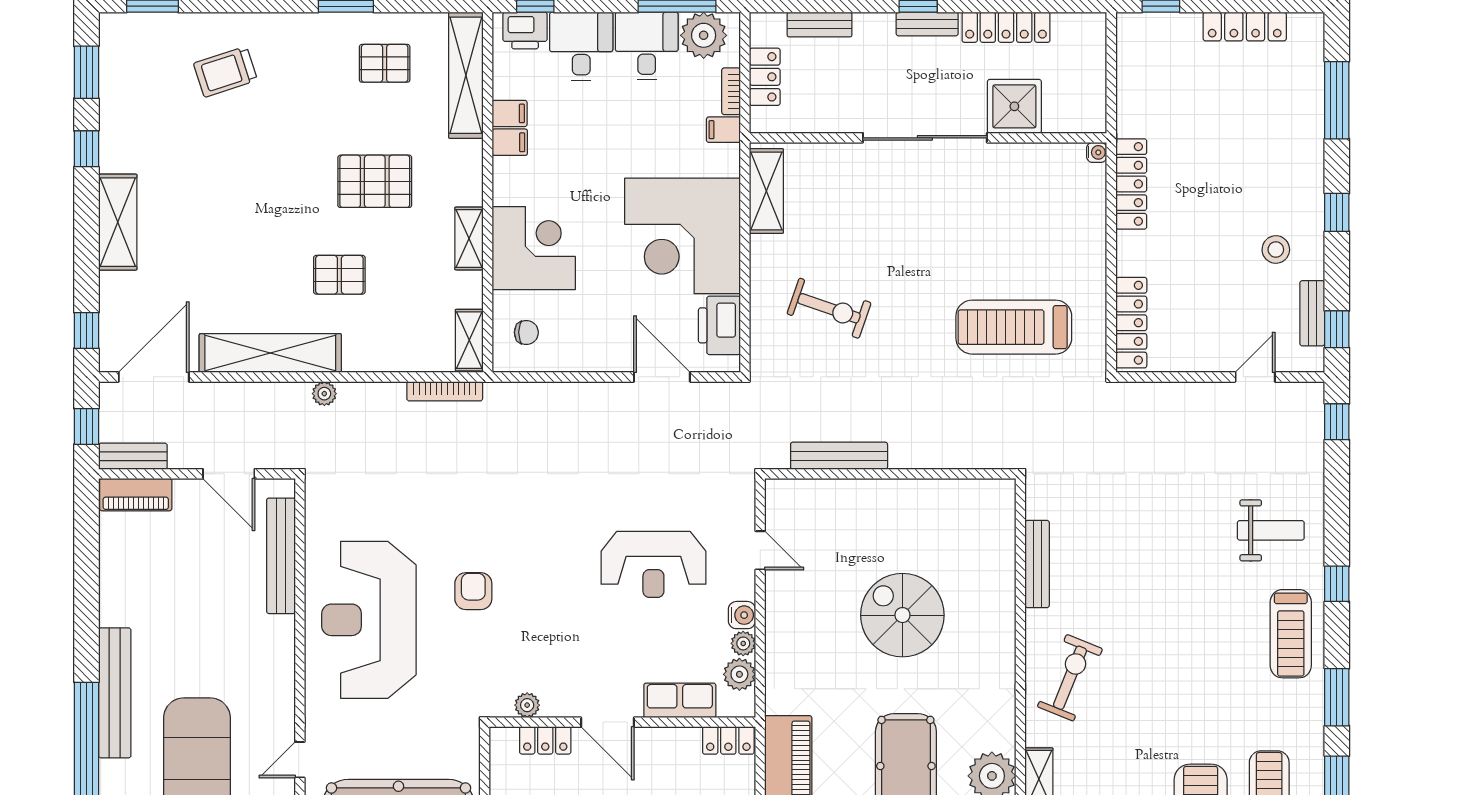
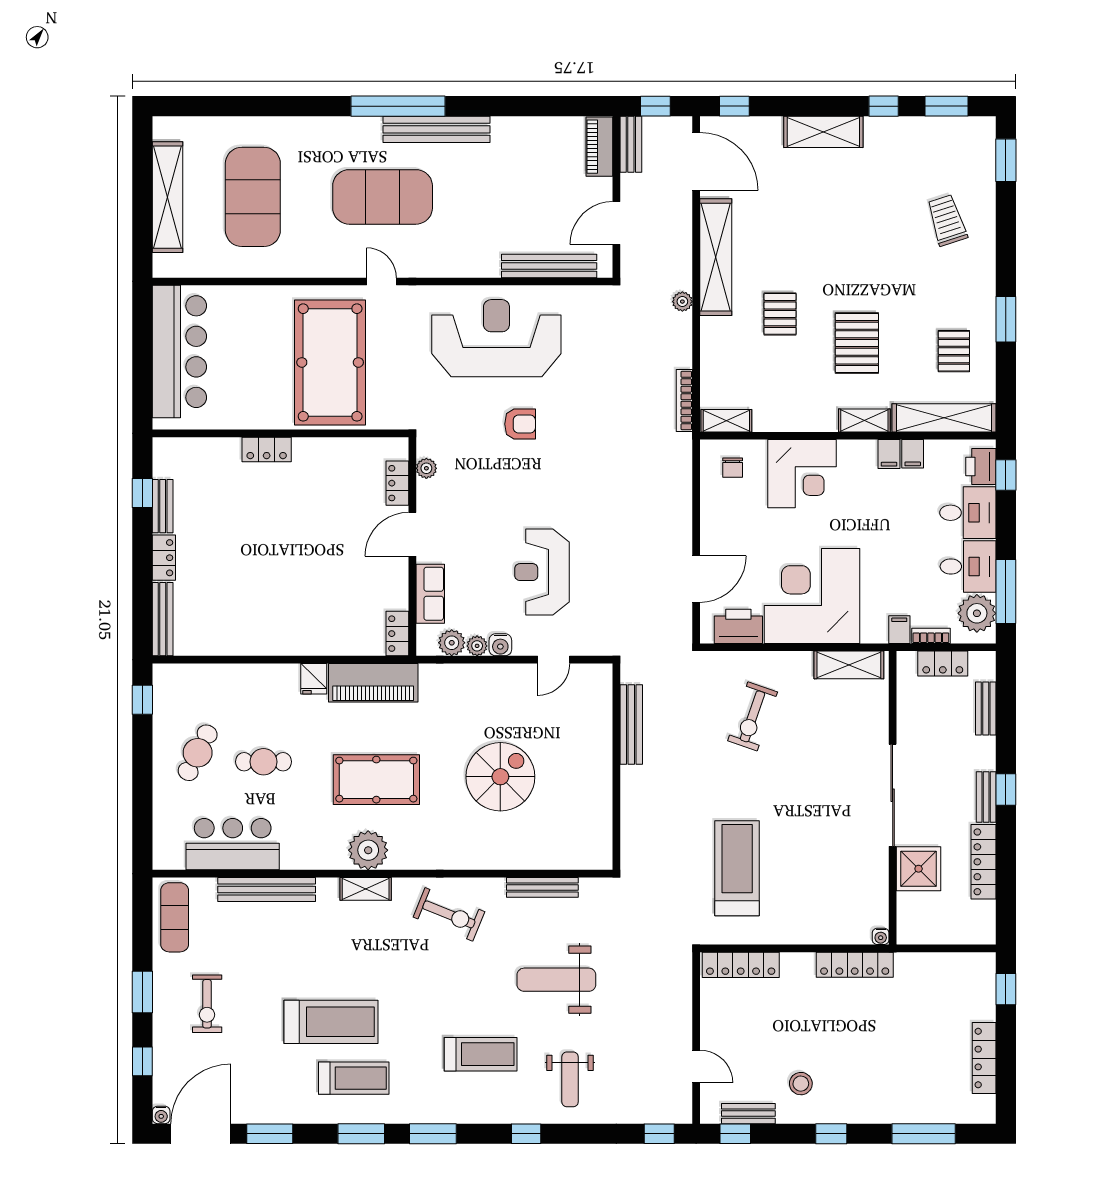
shelving: (469, 238) -> (864, 420), moved
weight bench: (1149, 547) -> (556, 980), added
treadmill: (1291, 634) -> (481, 1054), moved, turned 180

